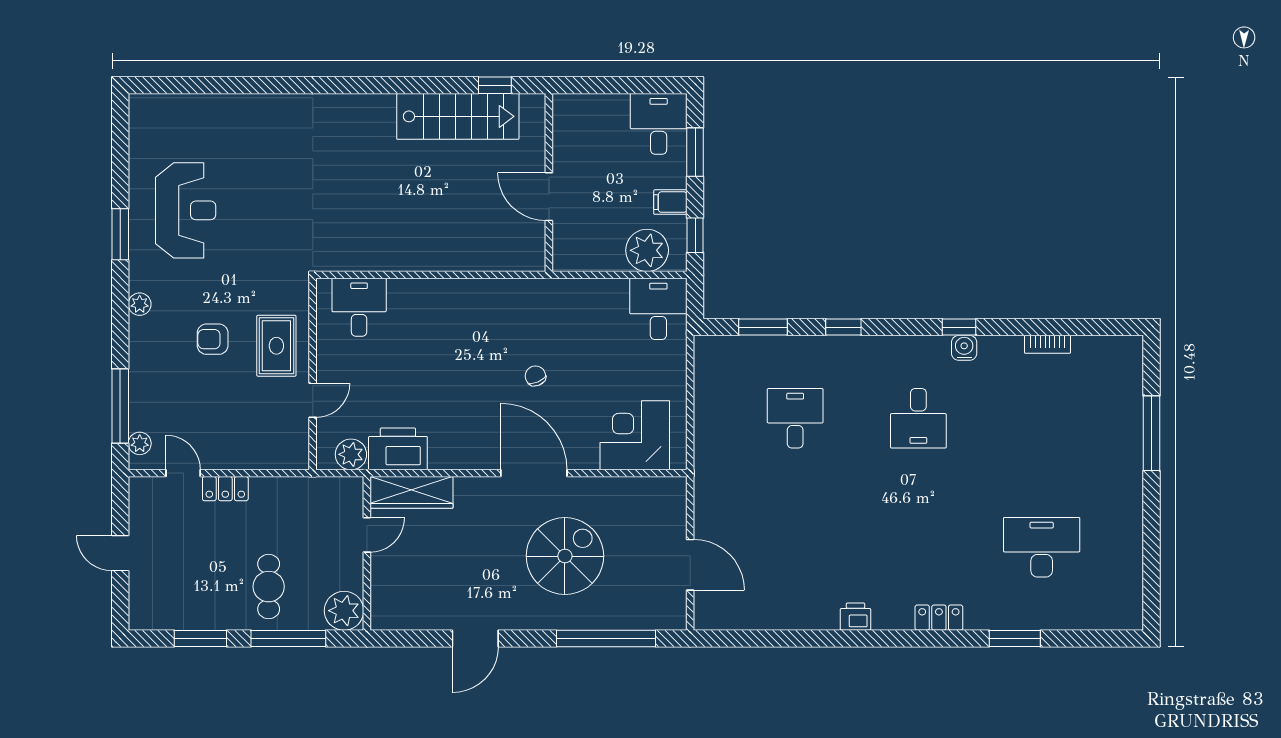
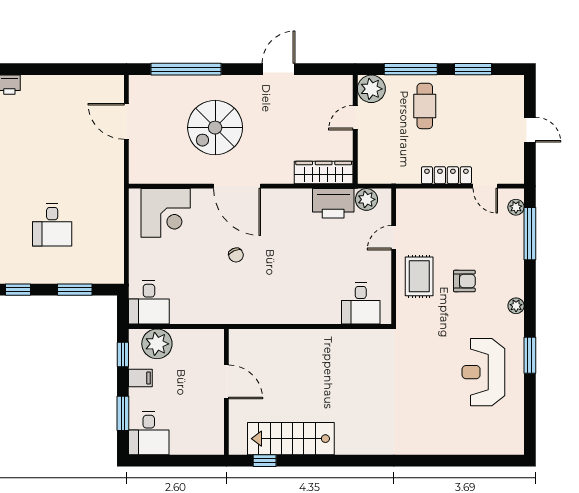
locker: (225, 489) -> (446, 175), width x1.53
door: (367, 535) -> (355, 118), moved

